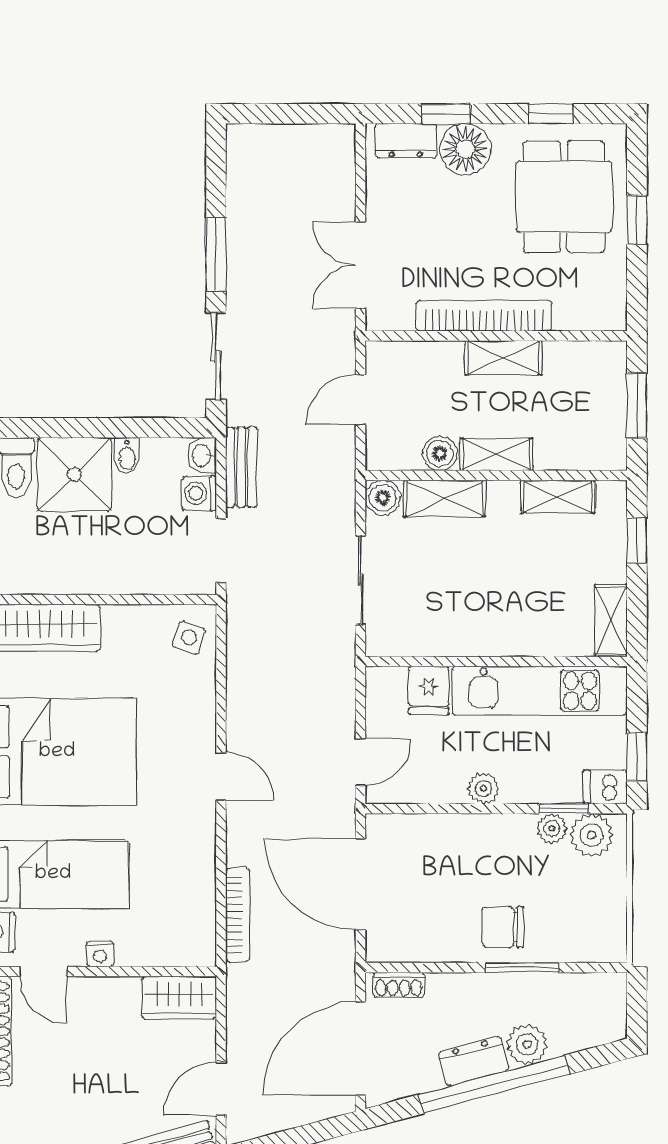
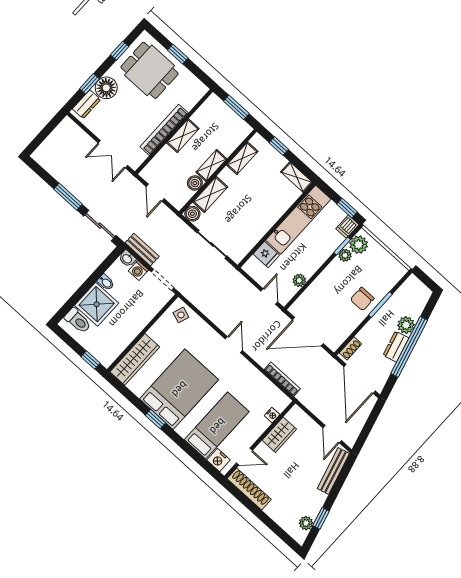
door: (221, 776) -> (234, 345), hinge flipped
plant: (484, 789) -> (299, 280), moved
nightstand: (100, 954) -> (272, 415), moved
wardrobe: (179, 998) -> (279, 435), moved

